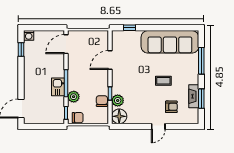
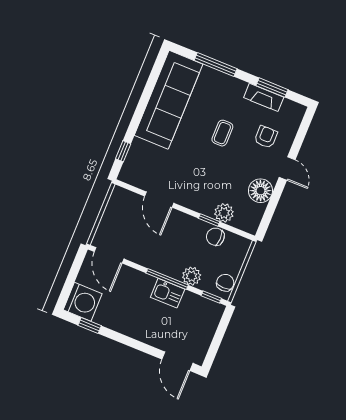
washing machine: (29, 35) -> (83, 302), width x1.89, depth x1.89
floor lamp: (119, 116) -> (261, 191), moved

